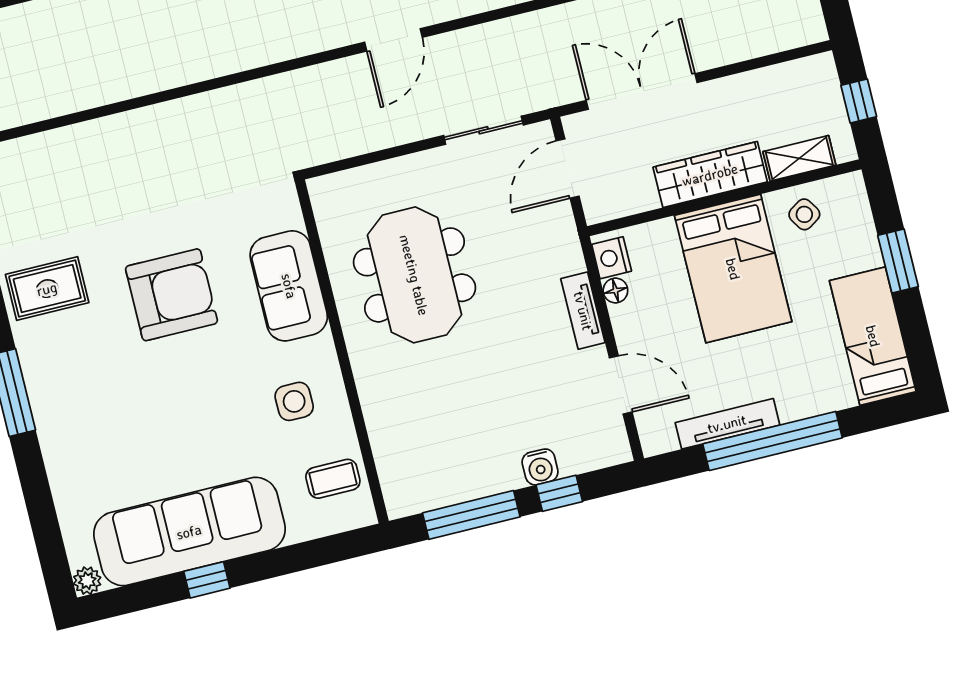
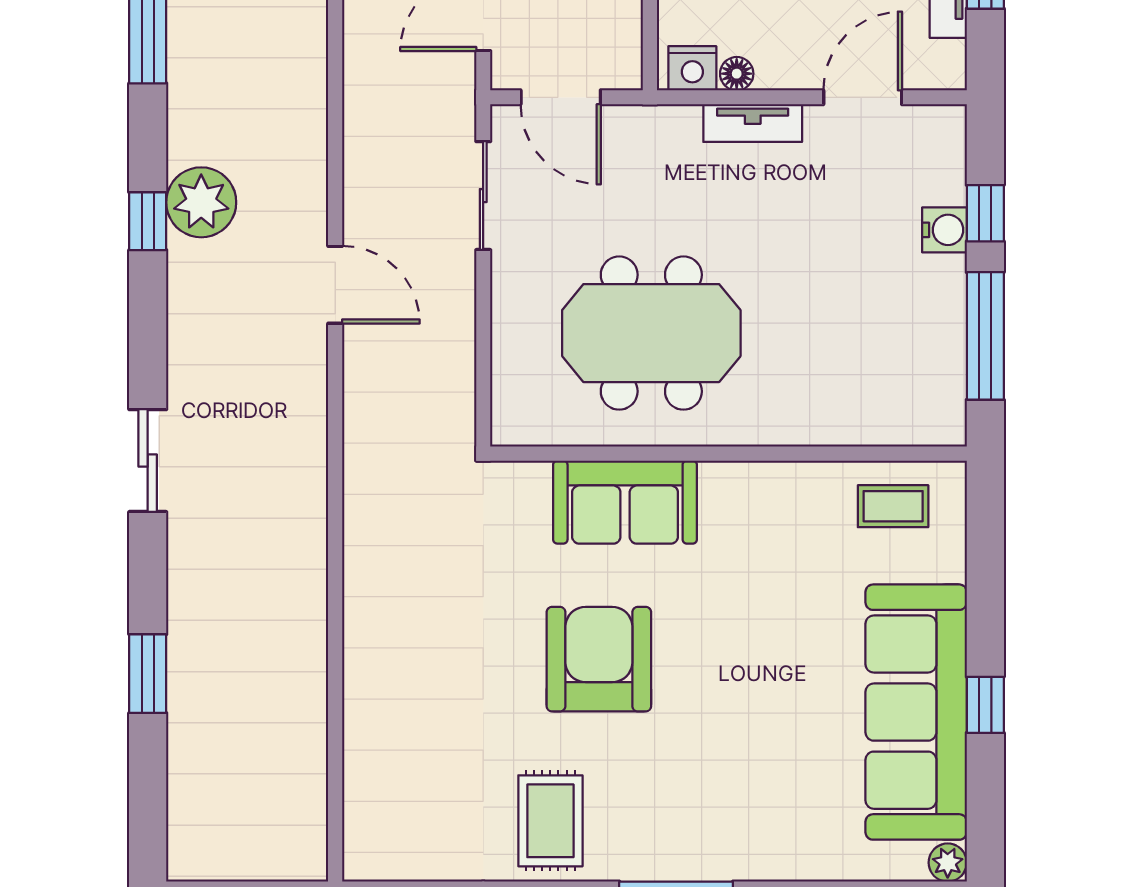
side table: (294, 401) -> (779, 532), removed
coffee table: (333, 479) -> (893, 506), turned 90

